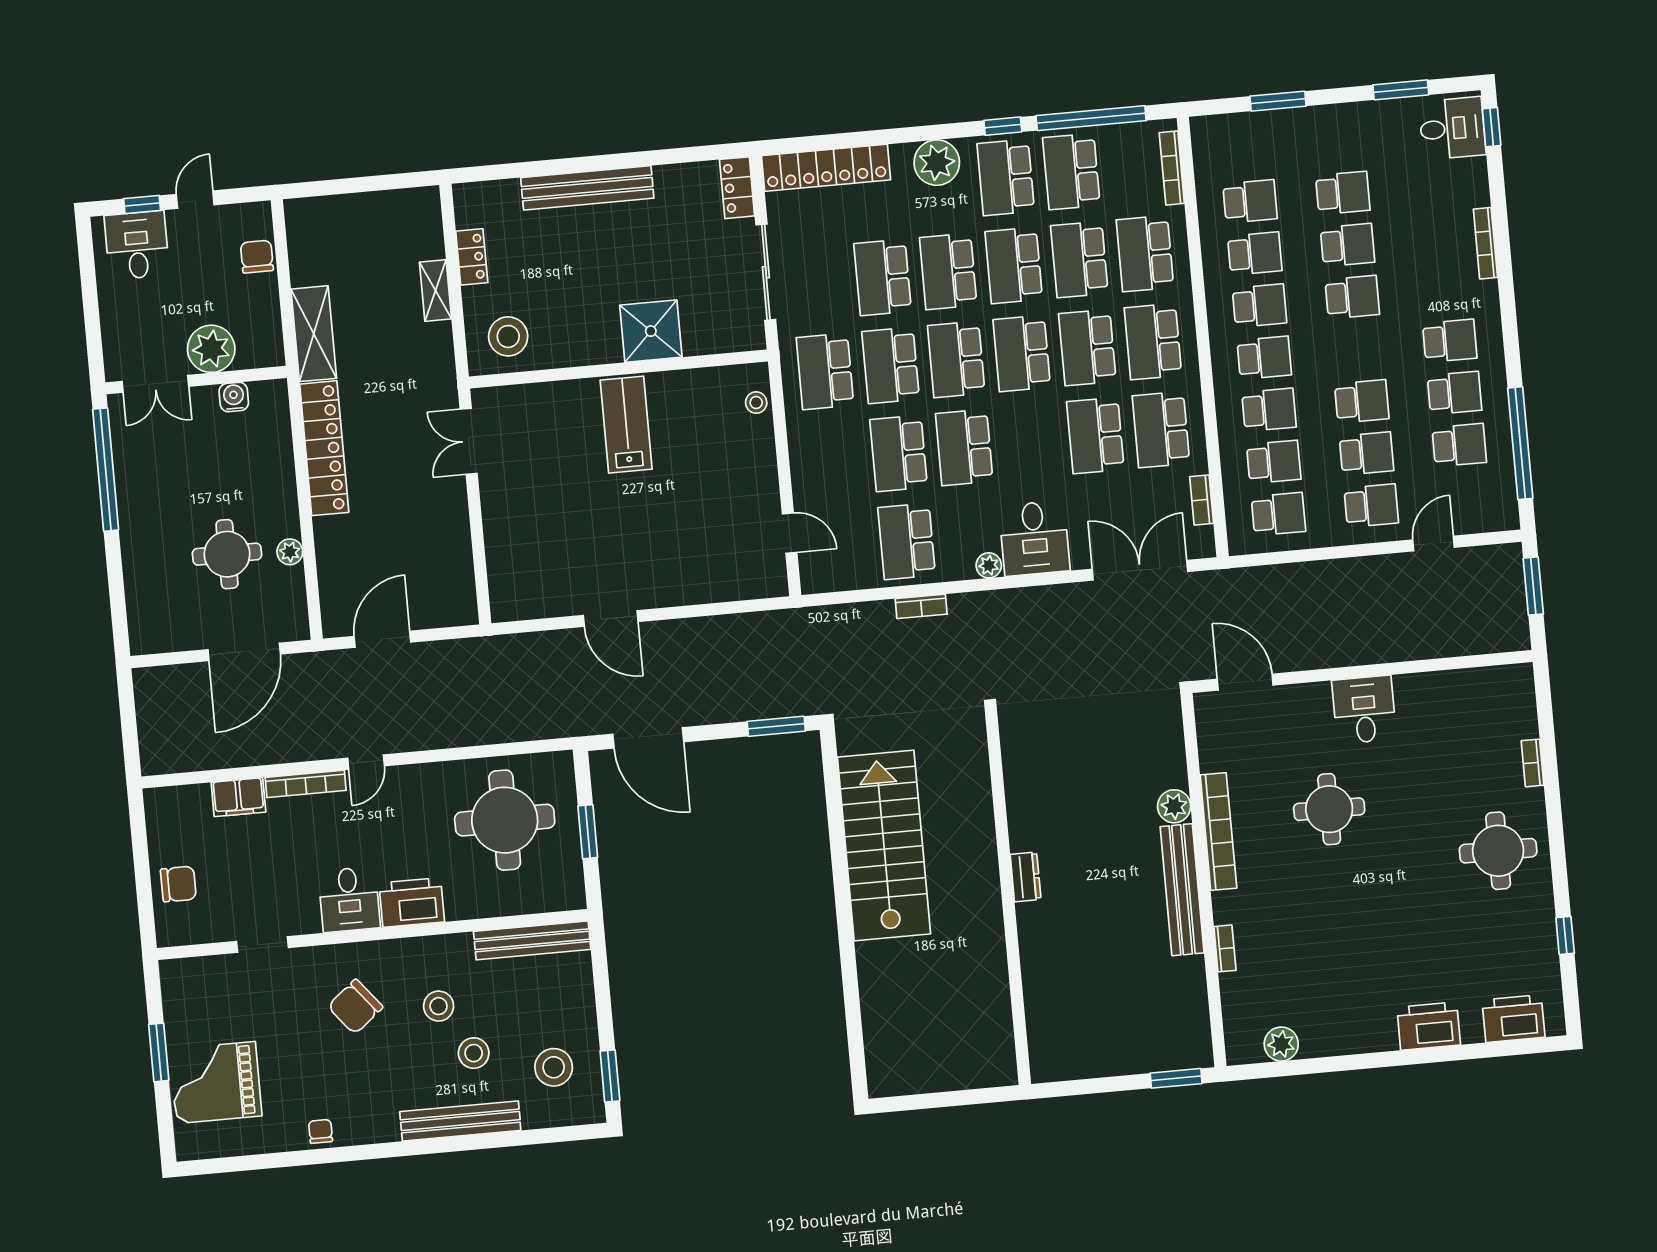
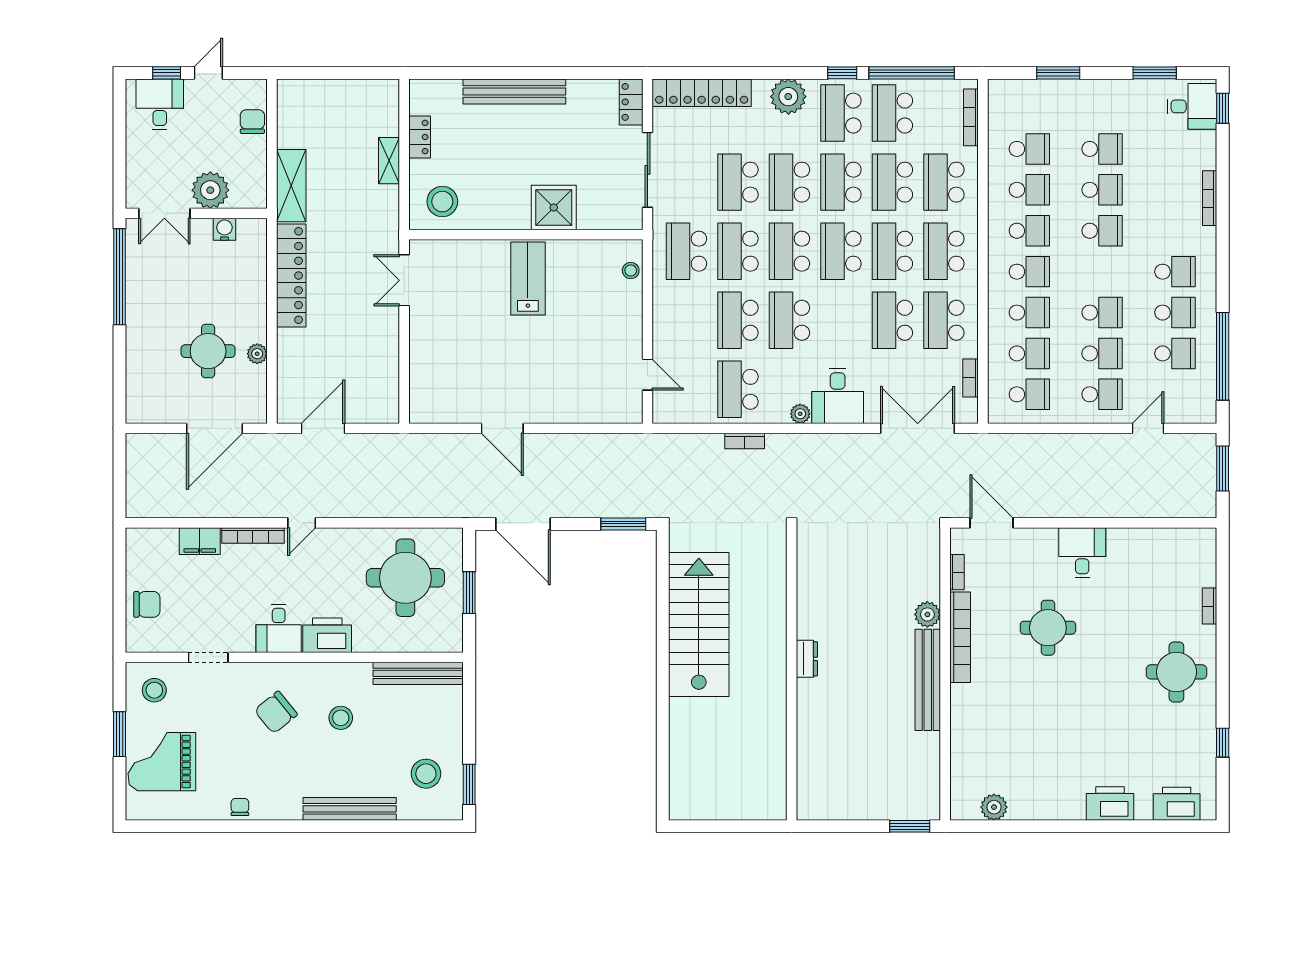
bookcase: (1225, 948) -> (957, 572), moved
stool: (474, 1053) -> (154, 690), moved

